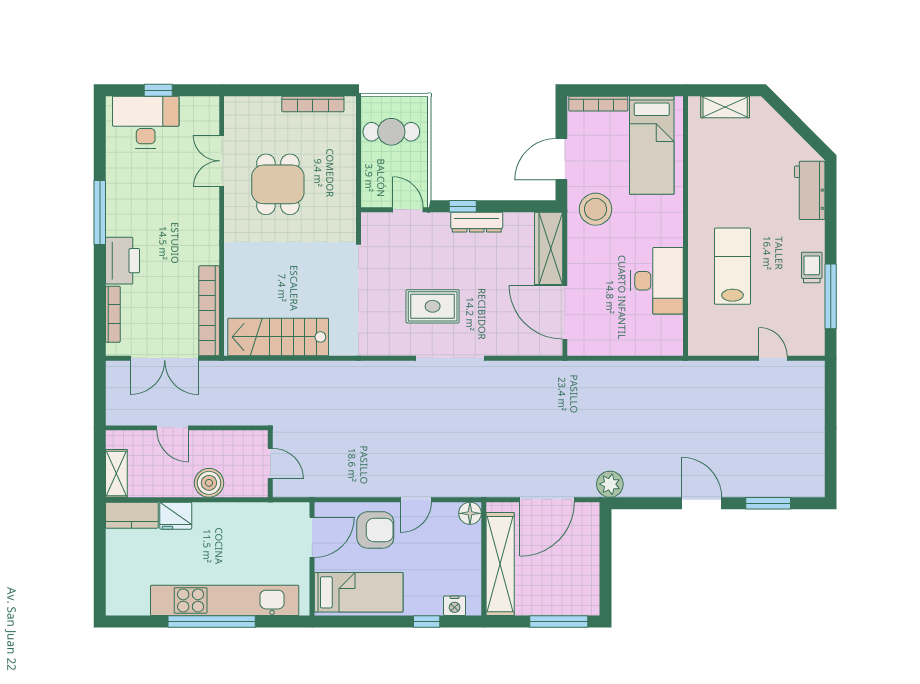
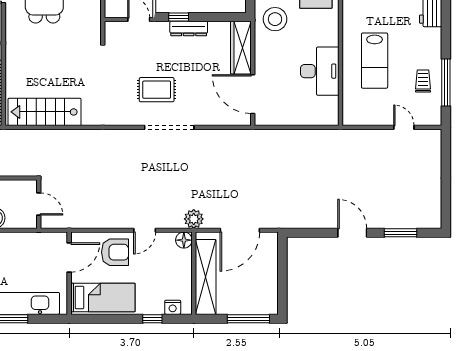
lab bench: (732, 266) -> (375, 61), turned 180
trolley: (812, 267) -> (423, 81), moved
plant: (610, 484) -> (194, 219), moved

